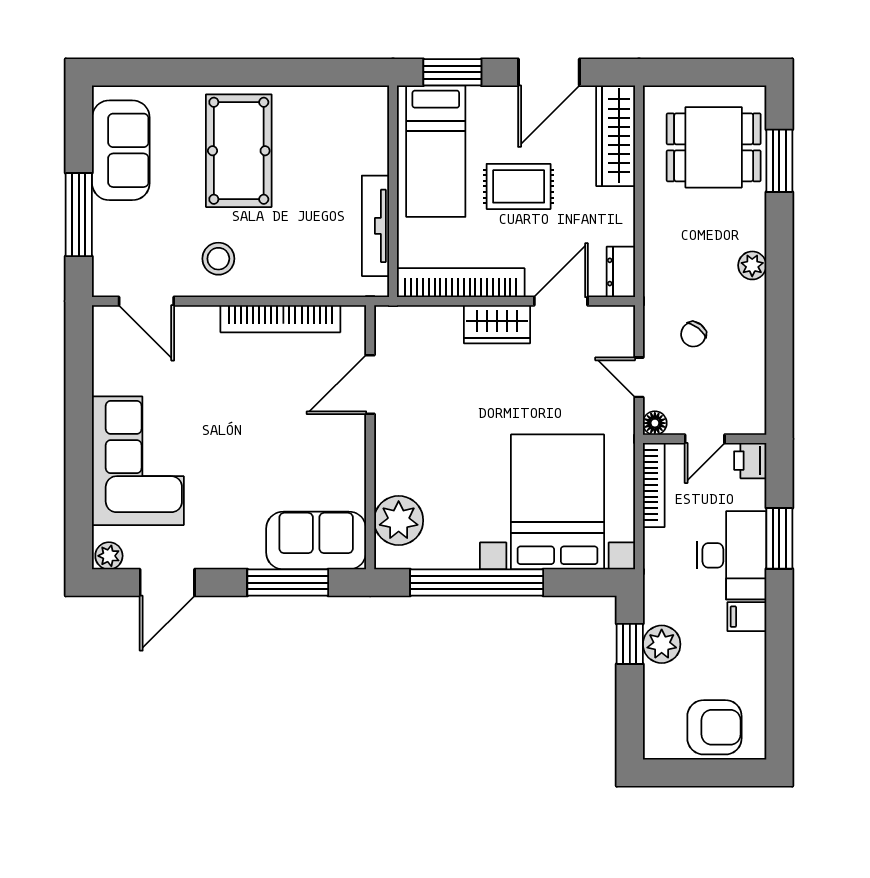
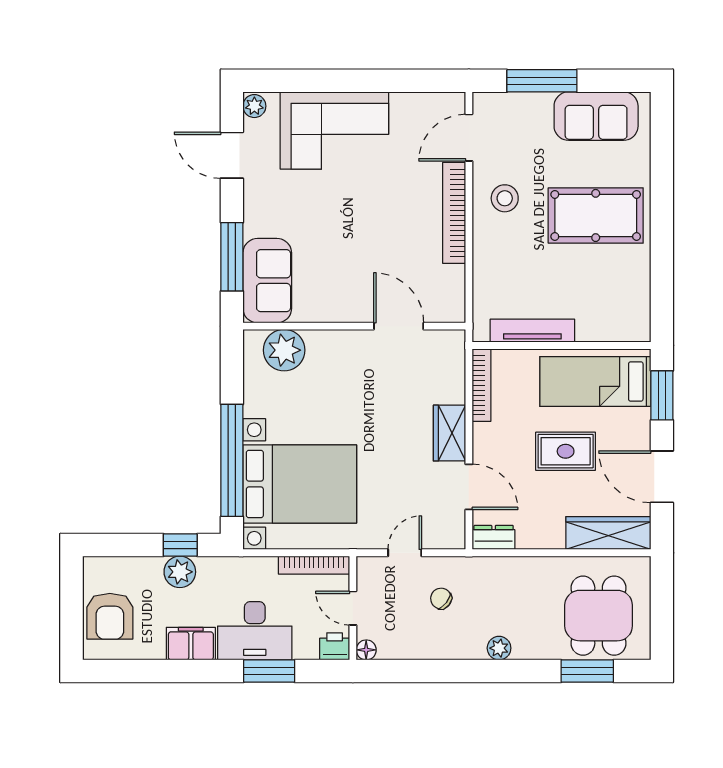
rug: (519, 186) -> (566, 451), turned 90
bookcase: (461, 283) -> (482, 385), width x0.68, depth x0.76
bookcase: (280, 319) -> (454, 213), moved
floor lamp: (655, 423) -> (366, 650), moved
window: (477, 583) -> (232, 460), moved
filing cabinet: (747, 617) -> (191, 644), width x2.00

